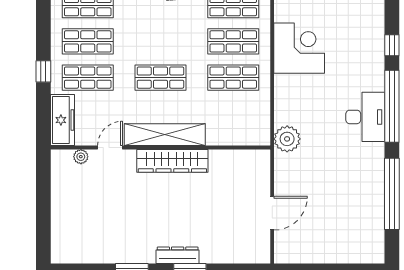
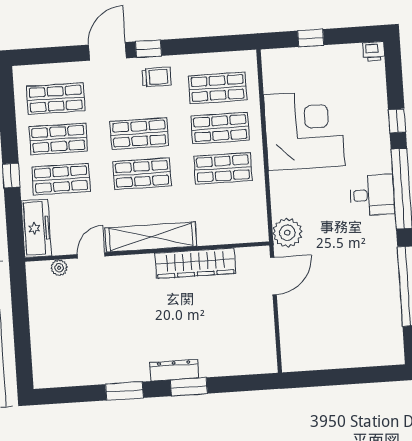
shop shelf: (160, 41) -> (139, 134), added
corner desk: (299, 48) -> (304, 130), width x1.36, depth x1.36
desk: (365, 117) -> (372, 195), width x0.73
wardrobe: (172, 161) -> (195, 263), moved
door: (272, 213) -> (273, 276), moved

